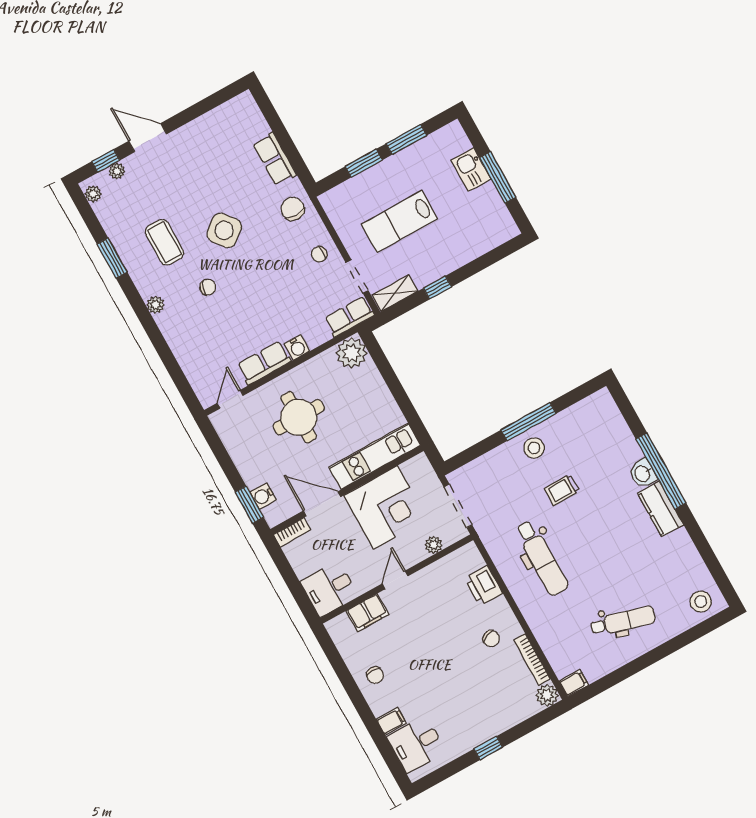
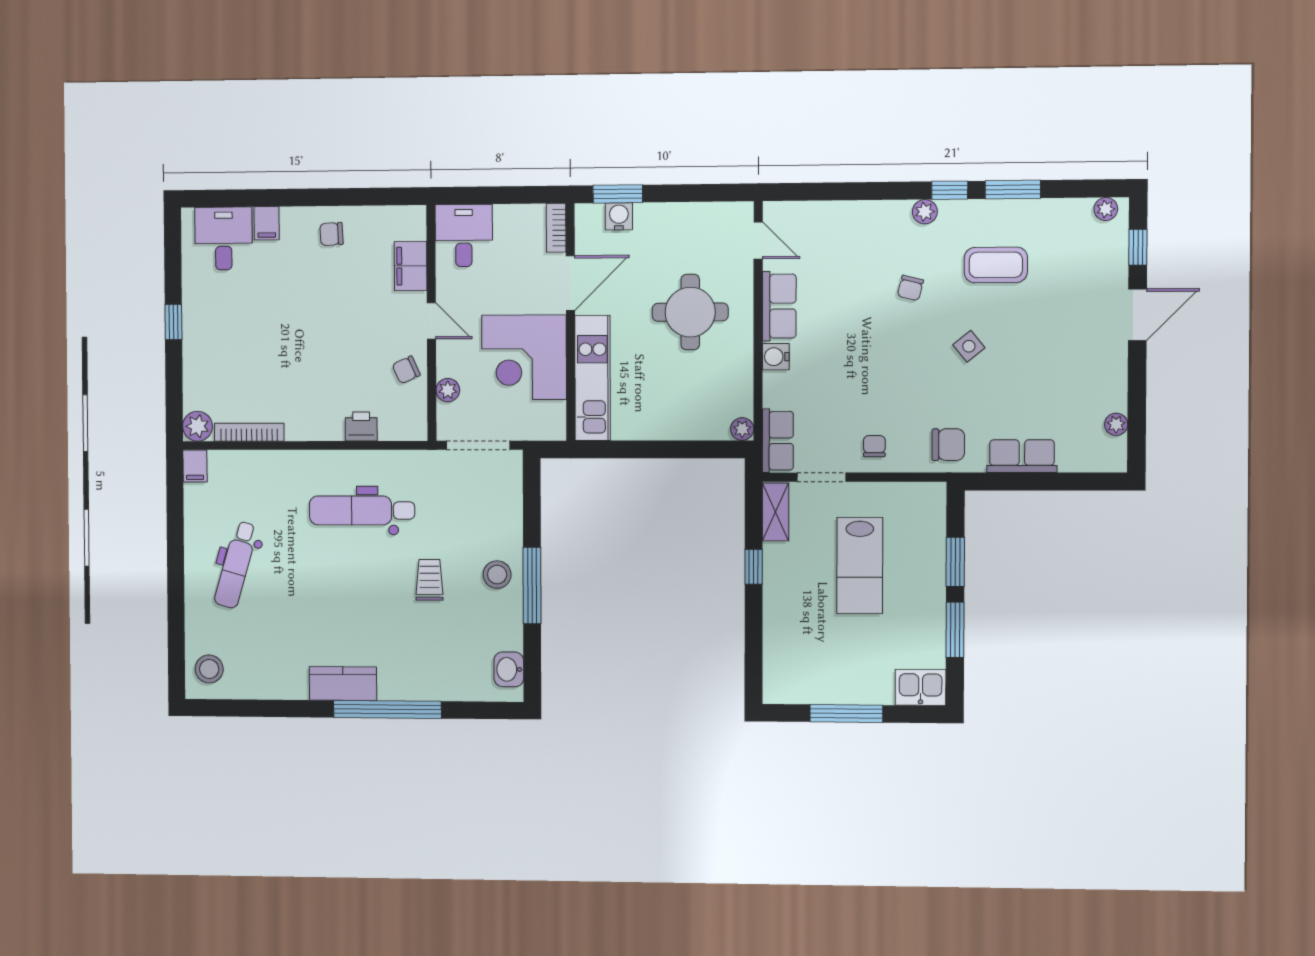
kitchen sink: (471, 170) -> (921, 687), moved
plant: (117, 171) -> (1116, 424), moved
lab bench: (399, 221) -> (860, 566), turned 180
side table: (224, 230) -> (969, 346), width x0.54, depth x0.54
window: (134, 297) -> (950, 190), added
plant: (352, 353) -> (742, 429), width x0.53, depth x0.53
washbasin: (643, 474) -> (509, 669), moved, turned -90
printer: (484, 586) -> (361, 426), width x0.73, depth x0.81
chair: (491, 639) -> (406, 370), moved

